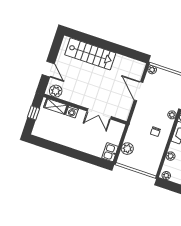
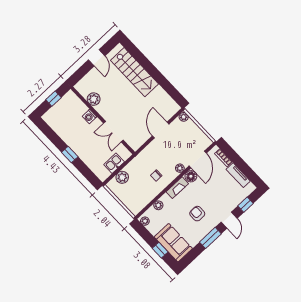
door: (48, 69) -> (97, 58), moved
plant: (56, 91) -> (94, 99), moved
shelving: (56, 106) -> (77, 104), removed
kitchen sink: (110, 152) -> (114, 163), moved
window: (73, 153) -> (70, 155), added

